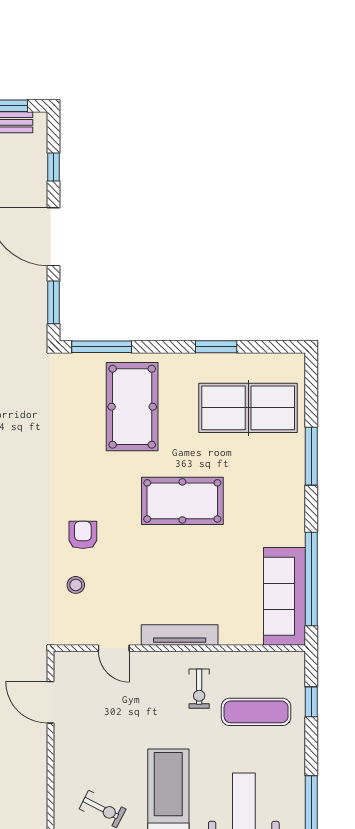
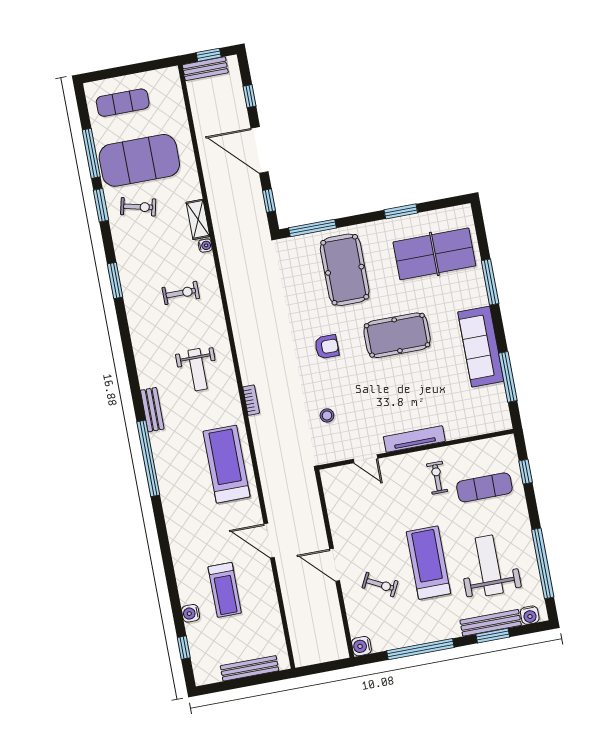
window: (54, 302) -> (269, 201), width x0.67
armchair: (83, 535) -> (327, 347), moved, turned 90
window: (311, 579) -> (508, 377), width x0.68
sofa: (284, 596) -> (481, 347), moved
exercise bike: (199, 689) -> (437, 478), turned 180
door: (50, 702) -> (335, 565), moved

